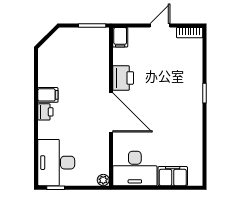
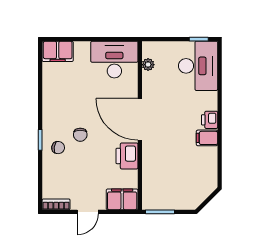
filing cabinet: (120, 37) -> (122, 199), width x2.00
chair: (188, 86) -> (58, 148), added
chair: (167, 98) -> (80, 135), added
filing cabinet: (173, 176) -> (58, 51), moved
plant: (103, 180) -> (148, 65), moved

